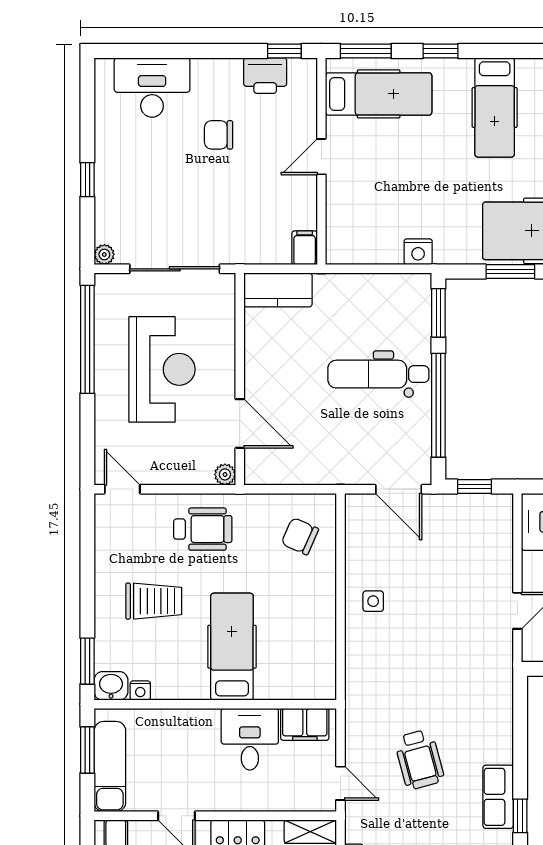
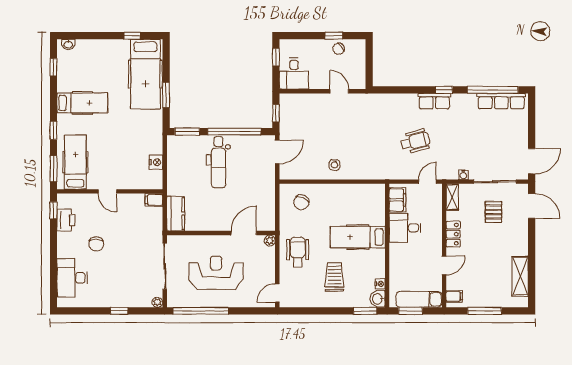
nightstand: (418, 252) -> (156, 162), moved

